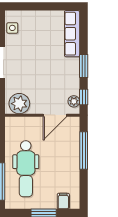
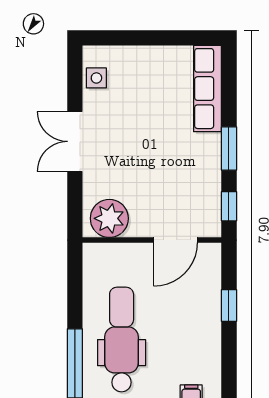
plant: (74, 101) -> (211, 214), removed
window: (84, 150) -> (229, 306), width x0.46
dental chair: (26, 169) -> (122, 340), turned 180

